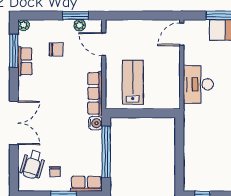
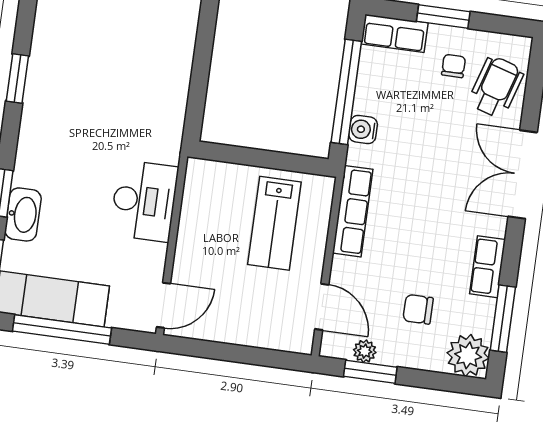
plant: (23, 25) -> (468, 355), width x1.87, depth x1.87
row of seats: (25, 61) -> (488, 267), moved
water cooler: (95, 123) -> (363, 130), moved

